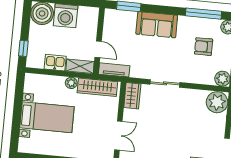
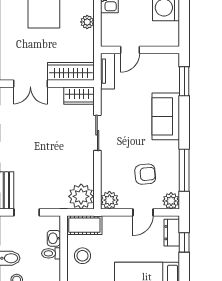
armchair: (204, 47) -> (145, 174), turned 85
shelving: (80, 66) -> (108, 30), removed
wardrobe: (97, 87) -> (71, 71), moved, turned 90

